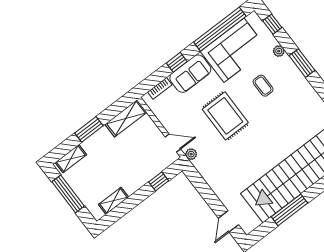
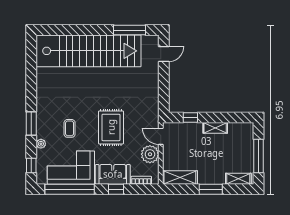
plant: (191, 154) -> (150, 154), moved, width x1.87, depth x1.87
shelving: (113, 201) -> (215, 128), moved
window: (289, 210) -> (130, 30), moved

